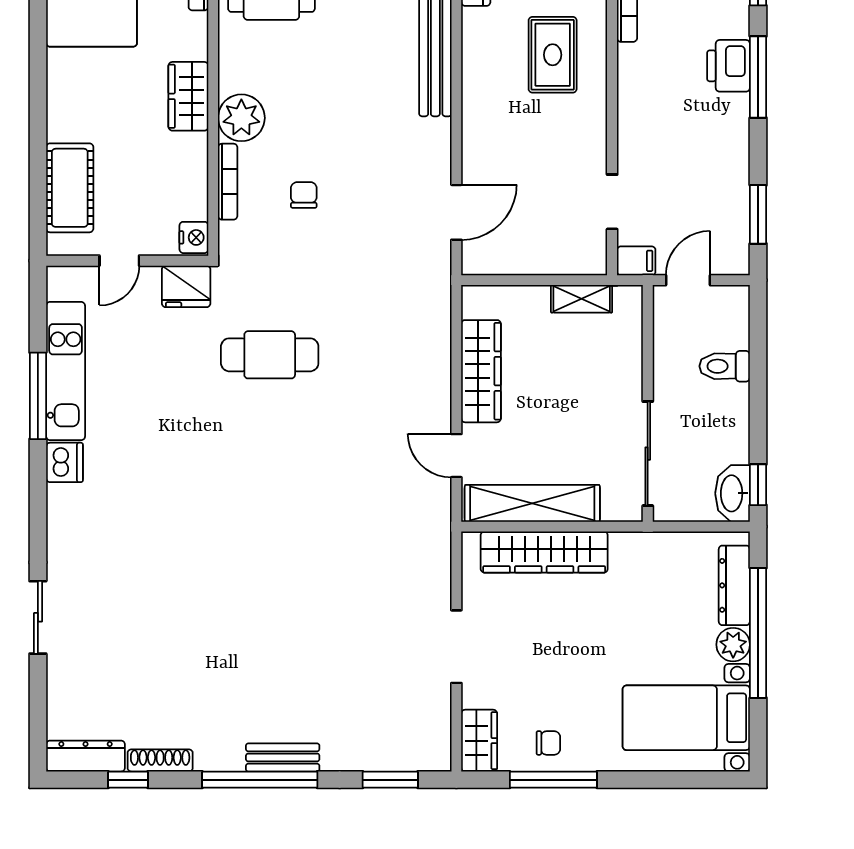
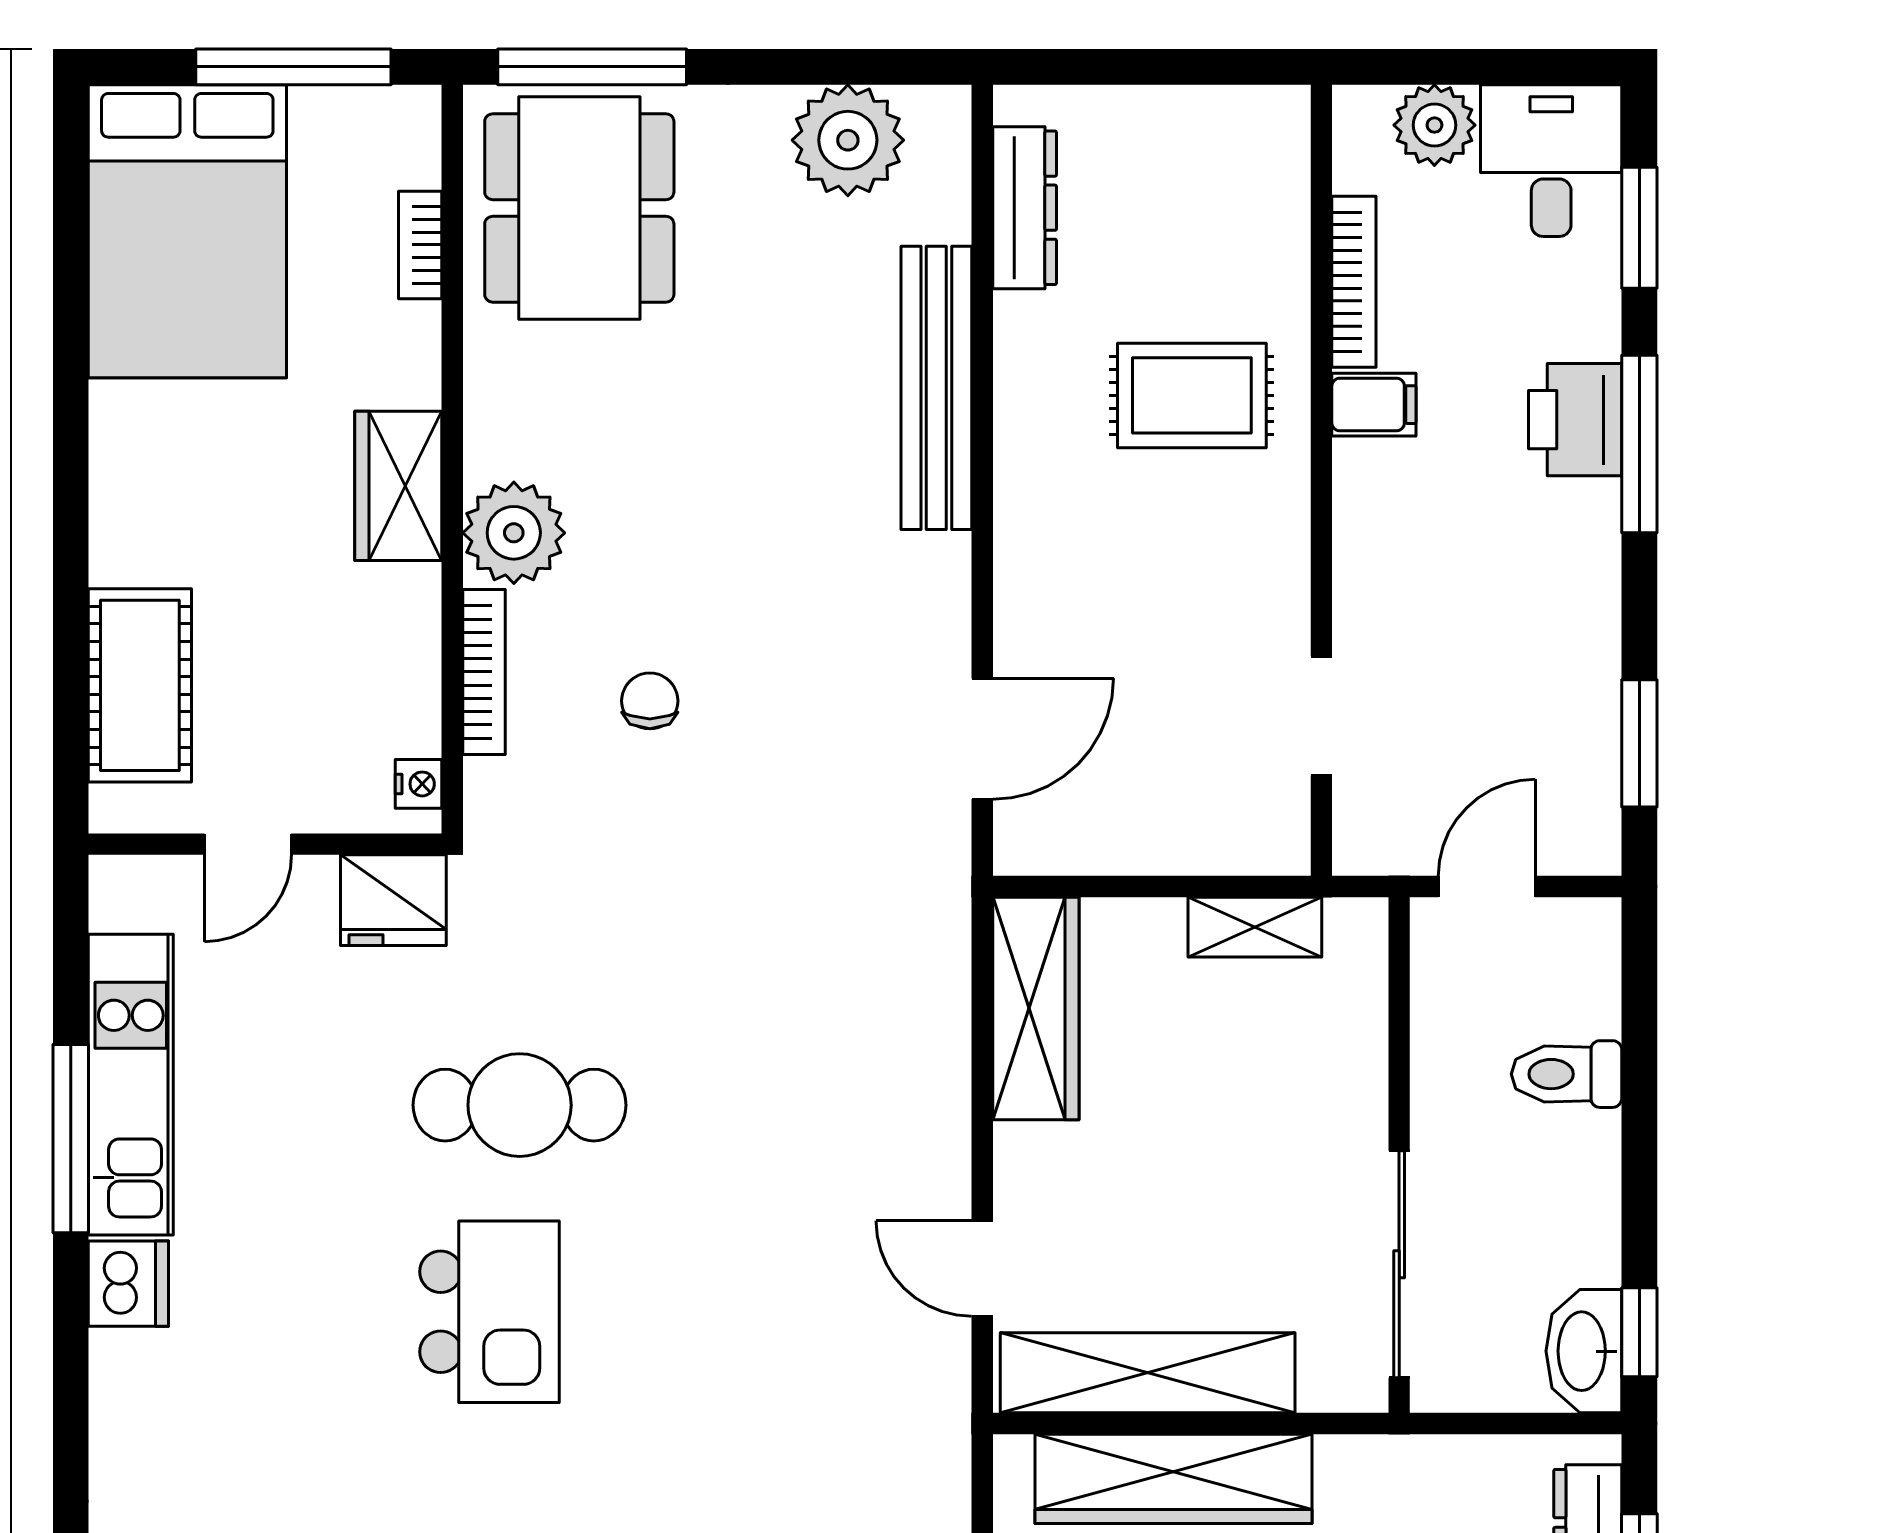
rug: (553, 55) -> (1192, 395), turned 90
nightstand: (194, 237) -> (418, 784), width x0.72, depth x0.74
filing cabinet: (636, 261) -> (1374, 405), moved
cafe table: (270, 355) -> (520, 1105), moved
wardrobe: (481, 371) -> (1036, 1008), moved
kitchen island: (230, 475) -> (489, 1312), added

